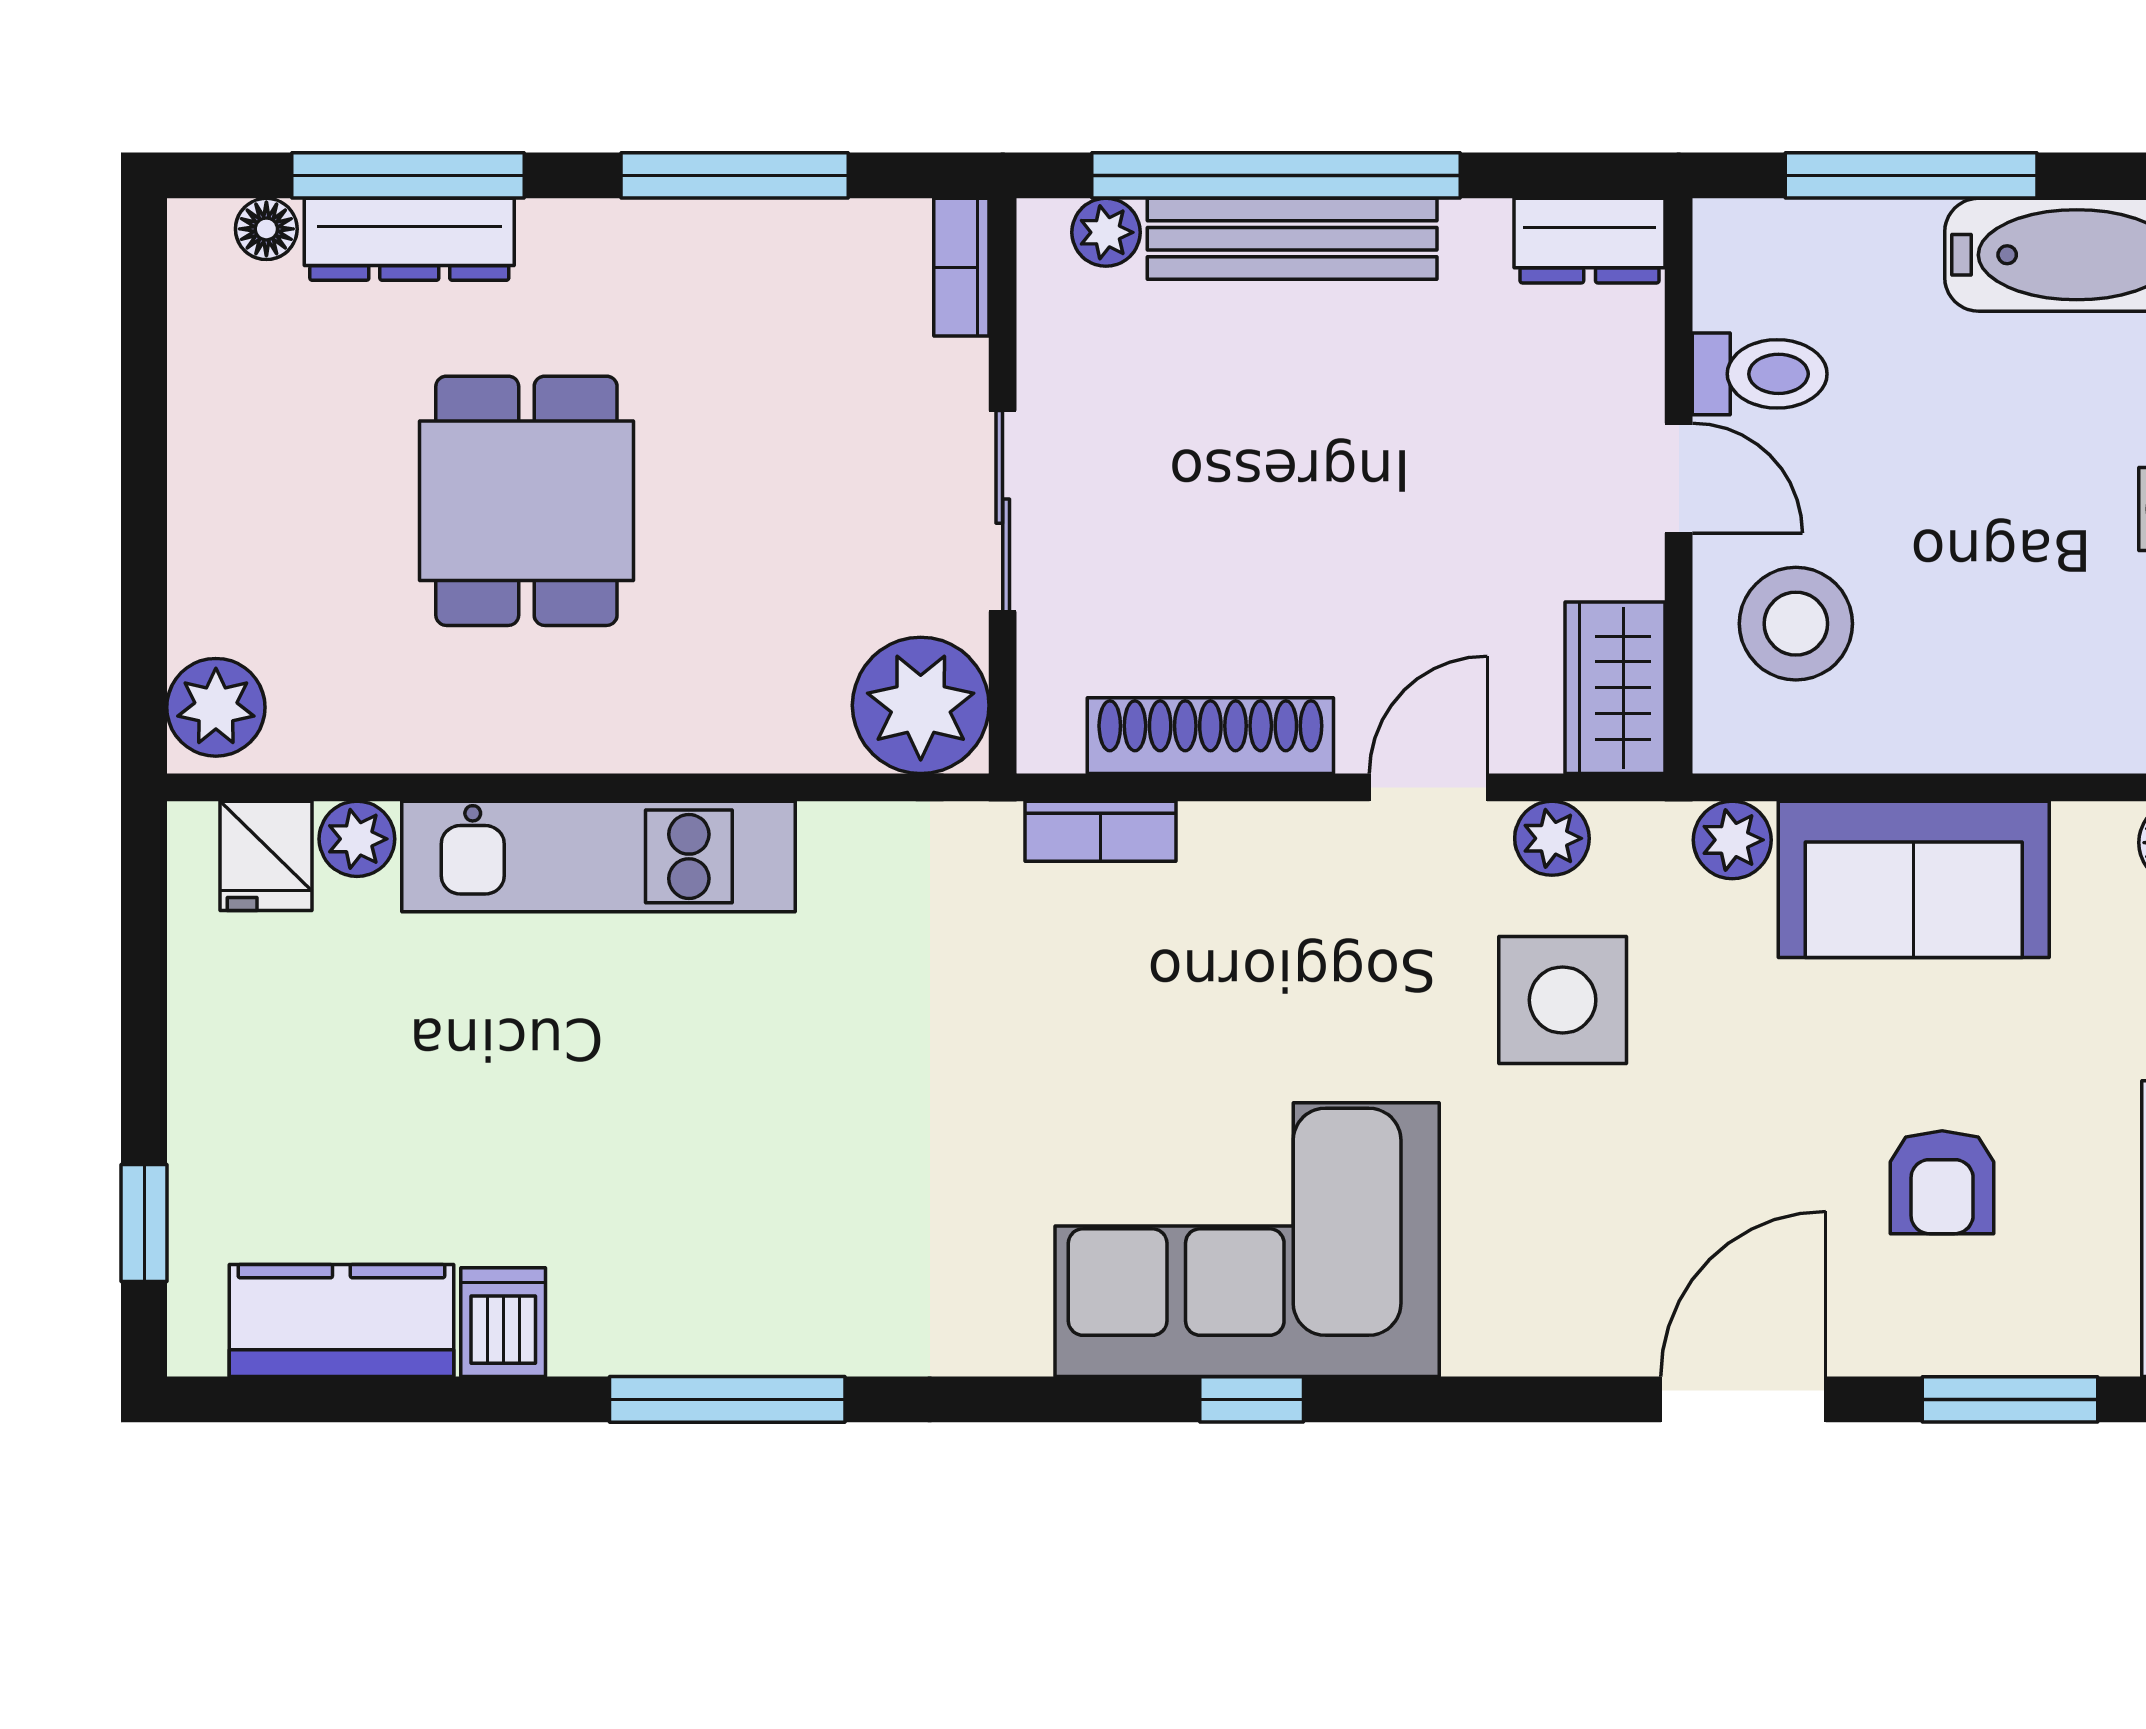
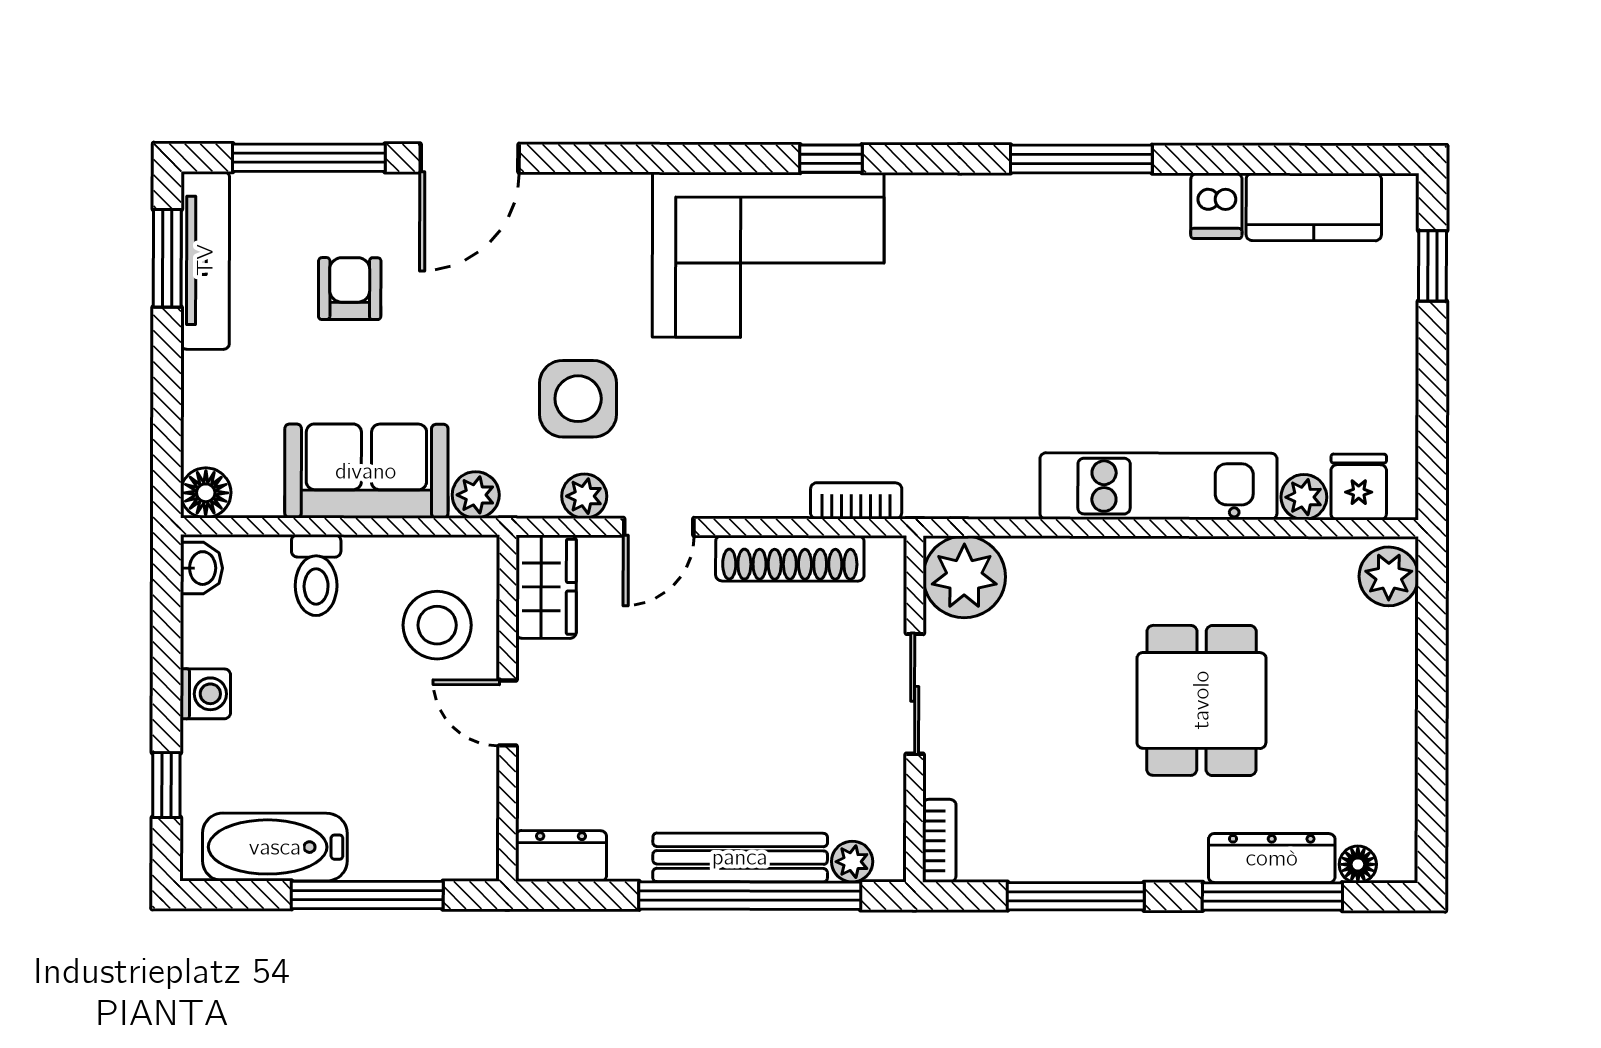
toilet: (1760, 374) -> (316, 575), moved, turned -90
window: (1252, 1399) -> (831, 159), moved
window: (2010, 1399) -> (309, 158), width x1.44

